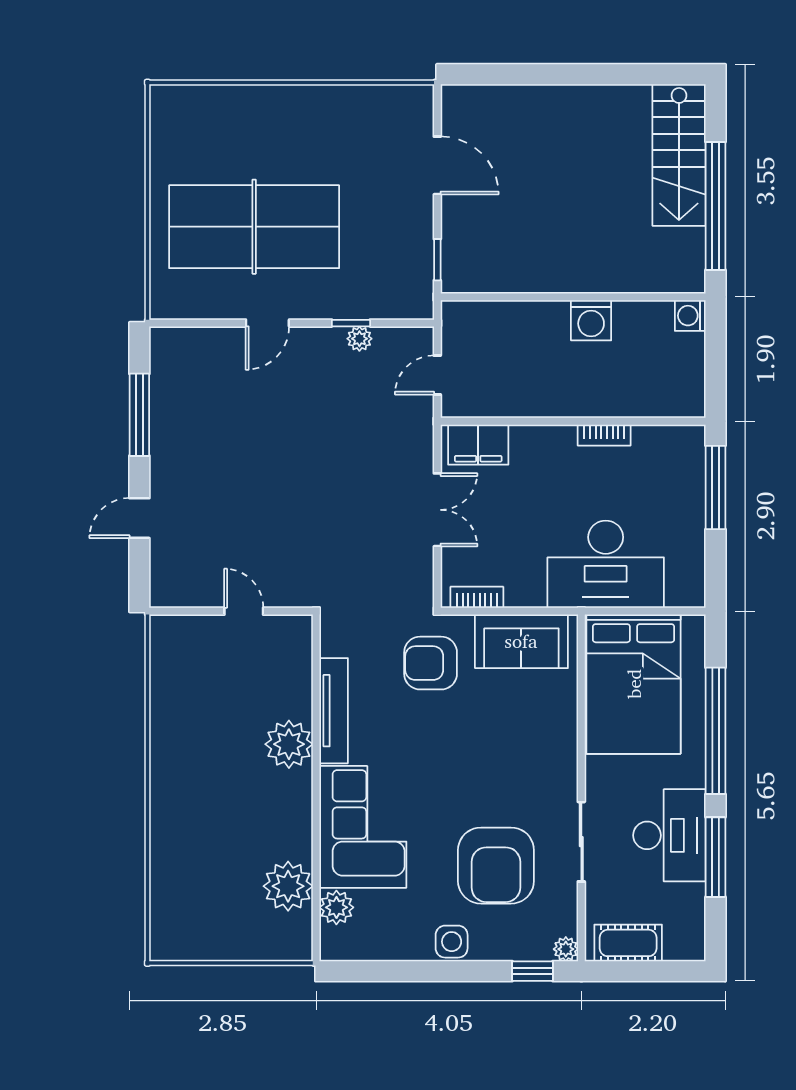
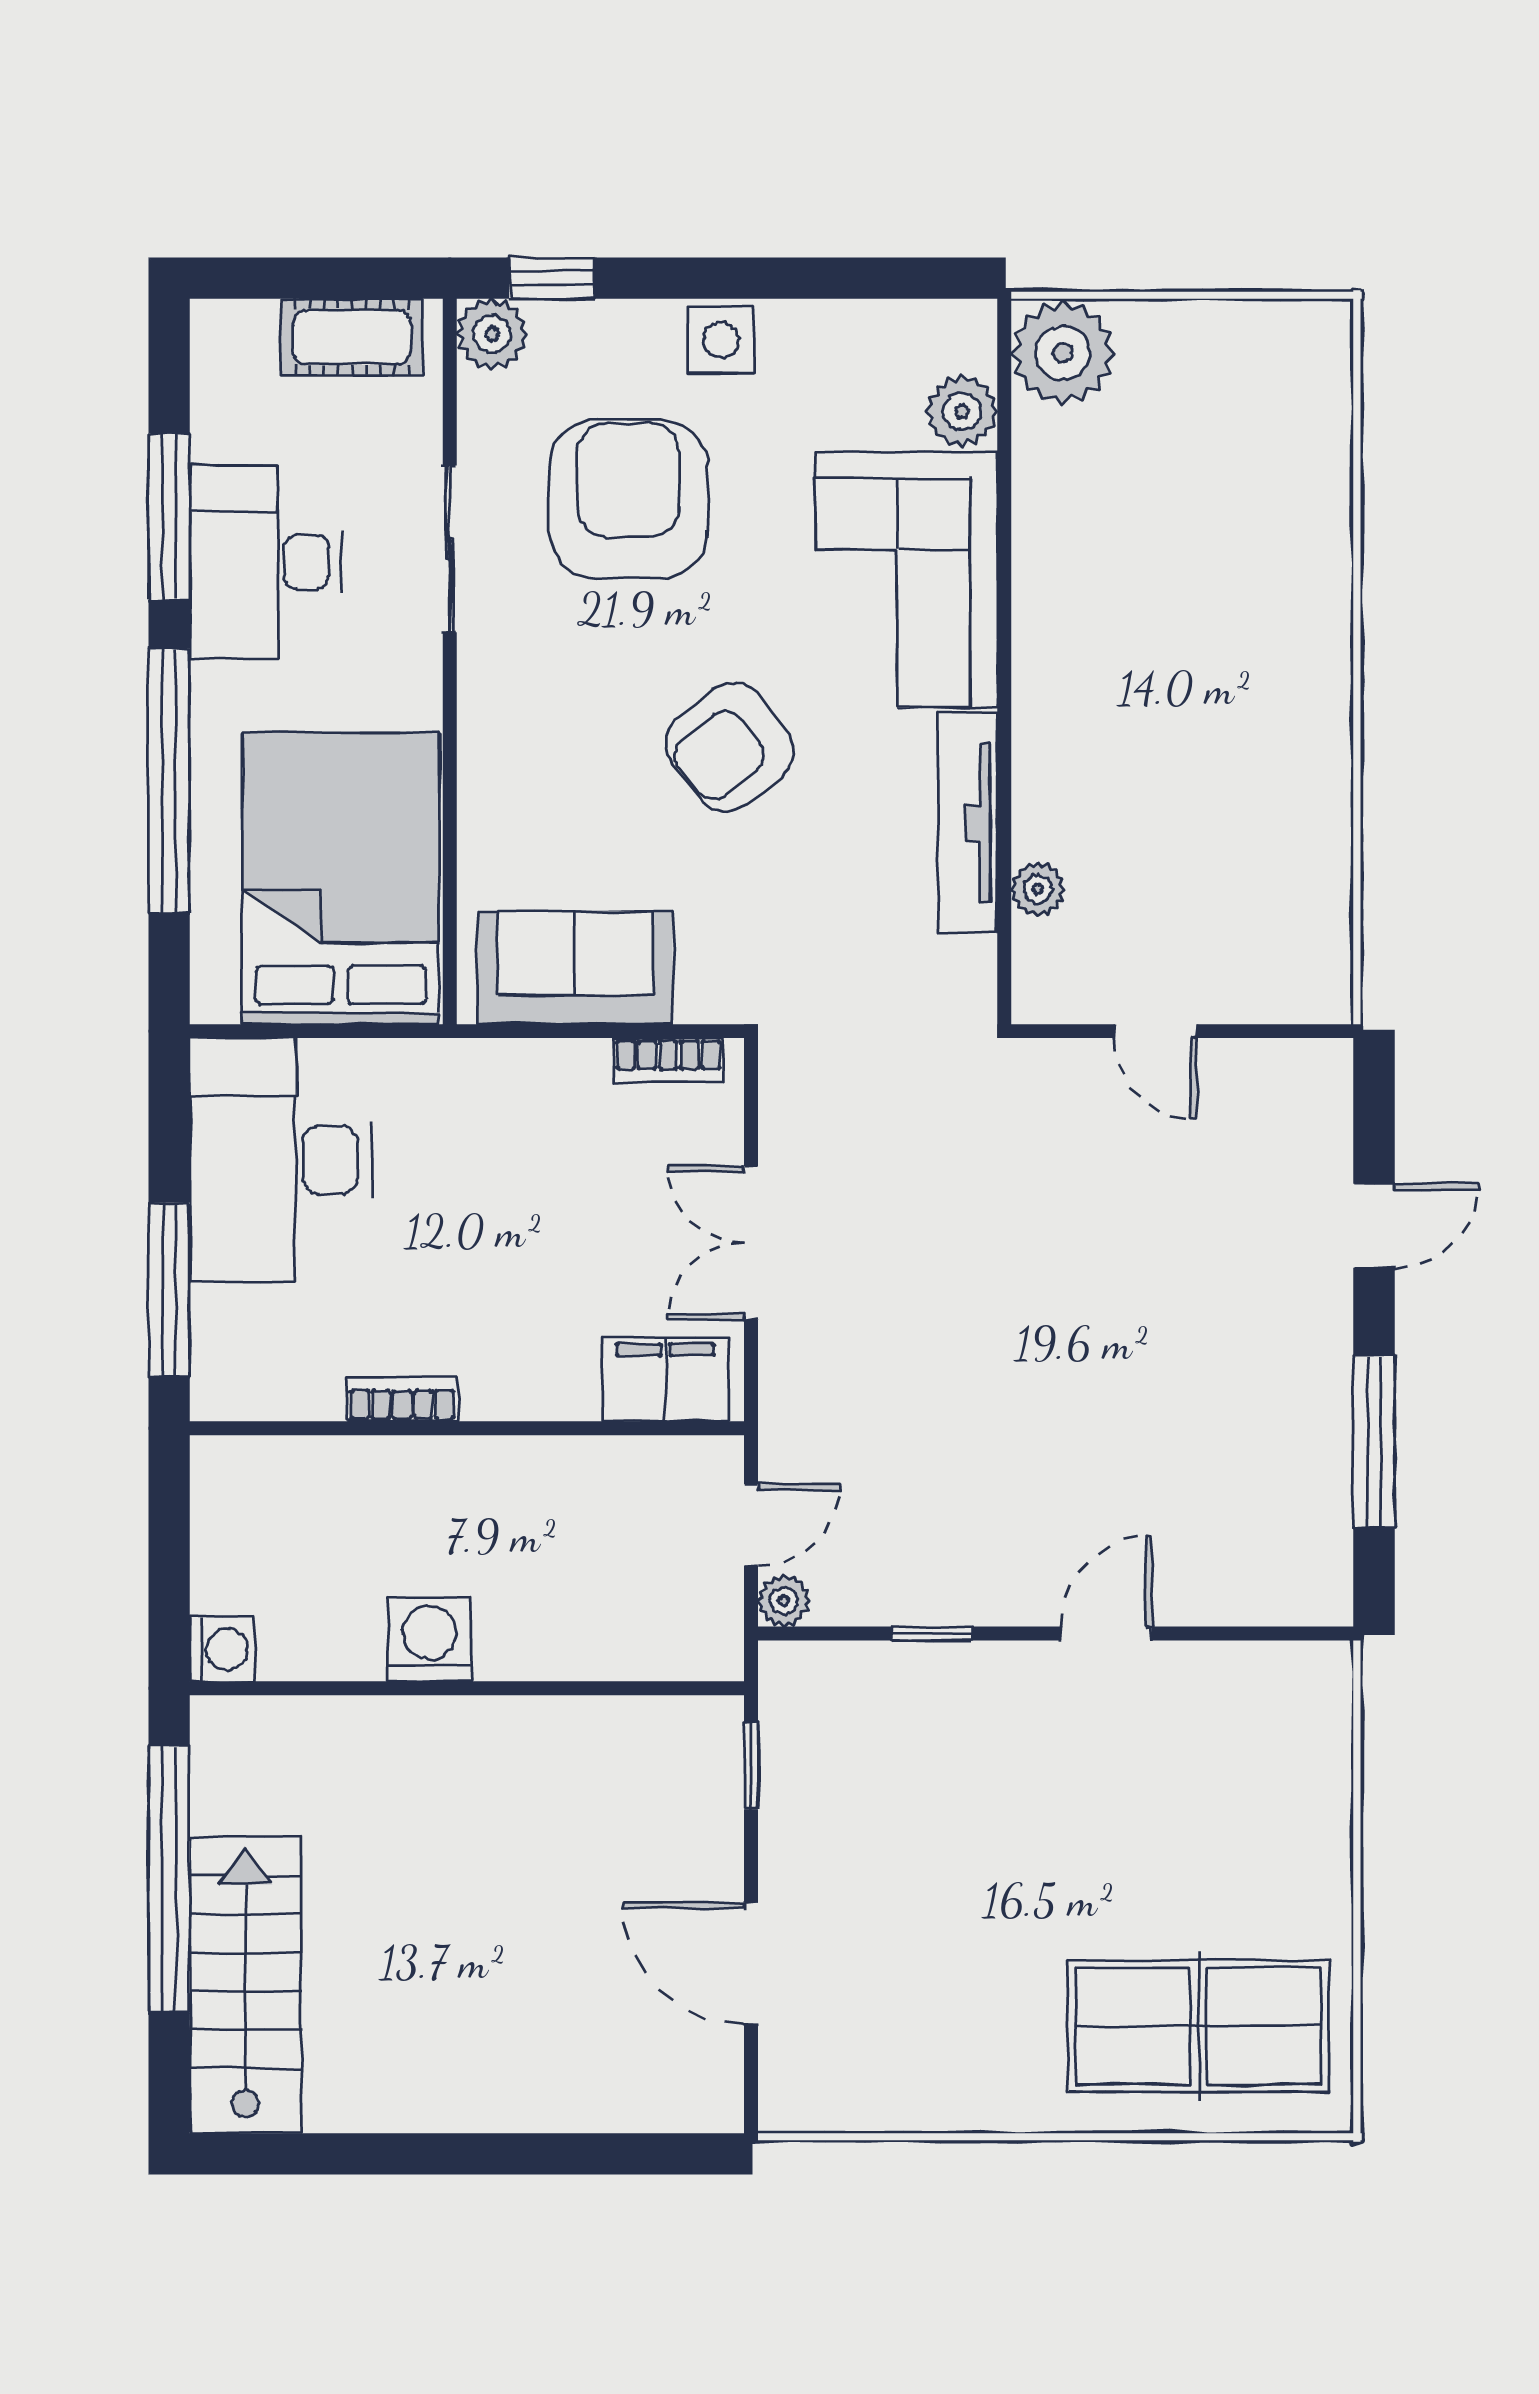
table tennis table: (254, 227) -> (1198, 2026), moved, width x0.73, depth x0.76
plant: (359, 339) -> (784, 1601), moved
desk: (606, 564) -> (281, 1160), moved, turned -90
armchair: (431, 663) -> (730, 747), moved, turned 142
plant: (289, 744) -> (1038, 889), moved, width x0.53, depth x0.53
plant: (288, 886) -> (1063, 353), moved
plant: (566, 949) -> (492, 334), width x1.38, depth x1.38

